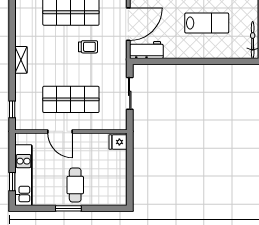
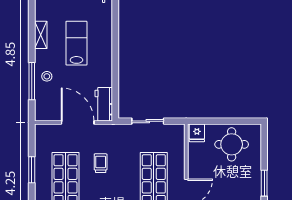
round table: (107, 176) -> (232, 144), added
cafe table: (75, 185) -> (240, 176), removed

